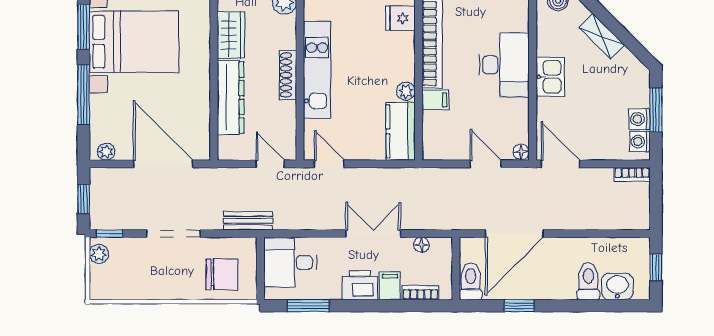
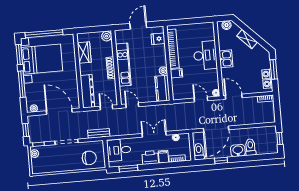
dresser: (231, 98) -> (87, 91), moved
washbasin: (617, 286) -> (238, 151), moved

